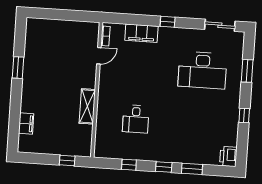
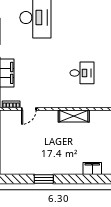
door: (99, 56) -> (29, 109), swing flipped

